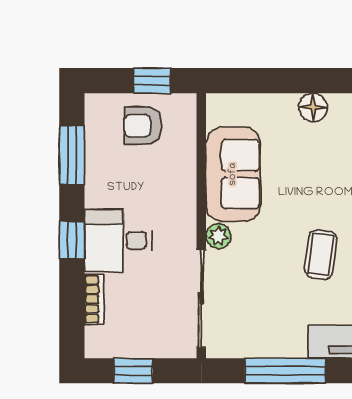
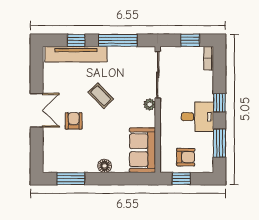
sofa: (233, 174) -> (143, 150), moved
desk: (118, 241) -> (197, 117), moved
coffee table: (321, 254) -> (101, 96), turned -51
bookcase: (94, 299) -> (209, 58), moved

